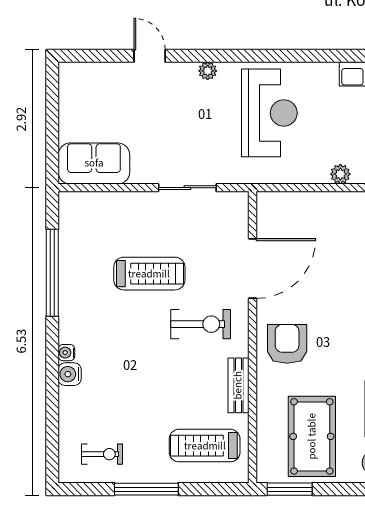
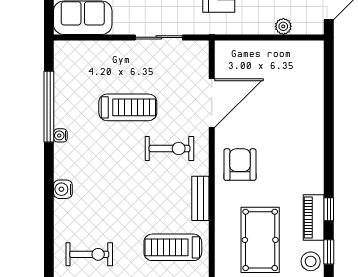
water cooler: (66, 353) -> (60, 135), moved
exercise bike: (102, 454) -> (89, 254), width x1.38, depth x1.39

